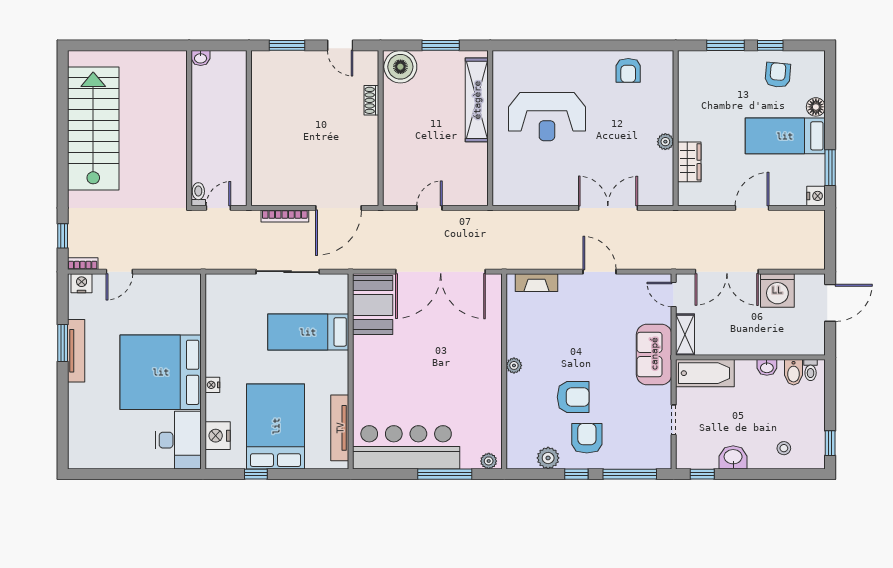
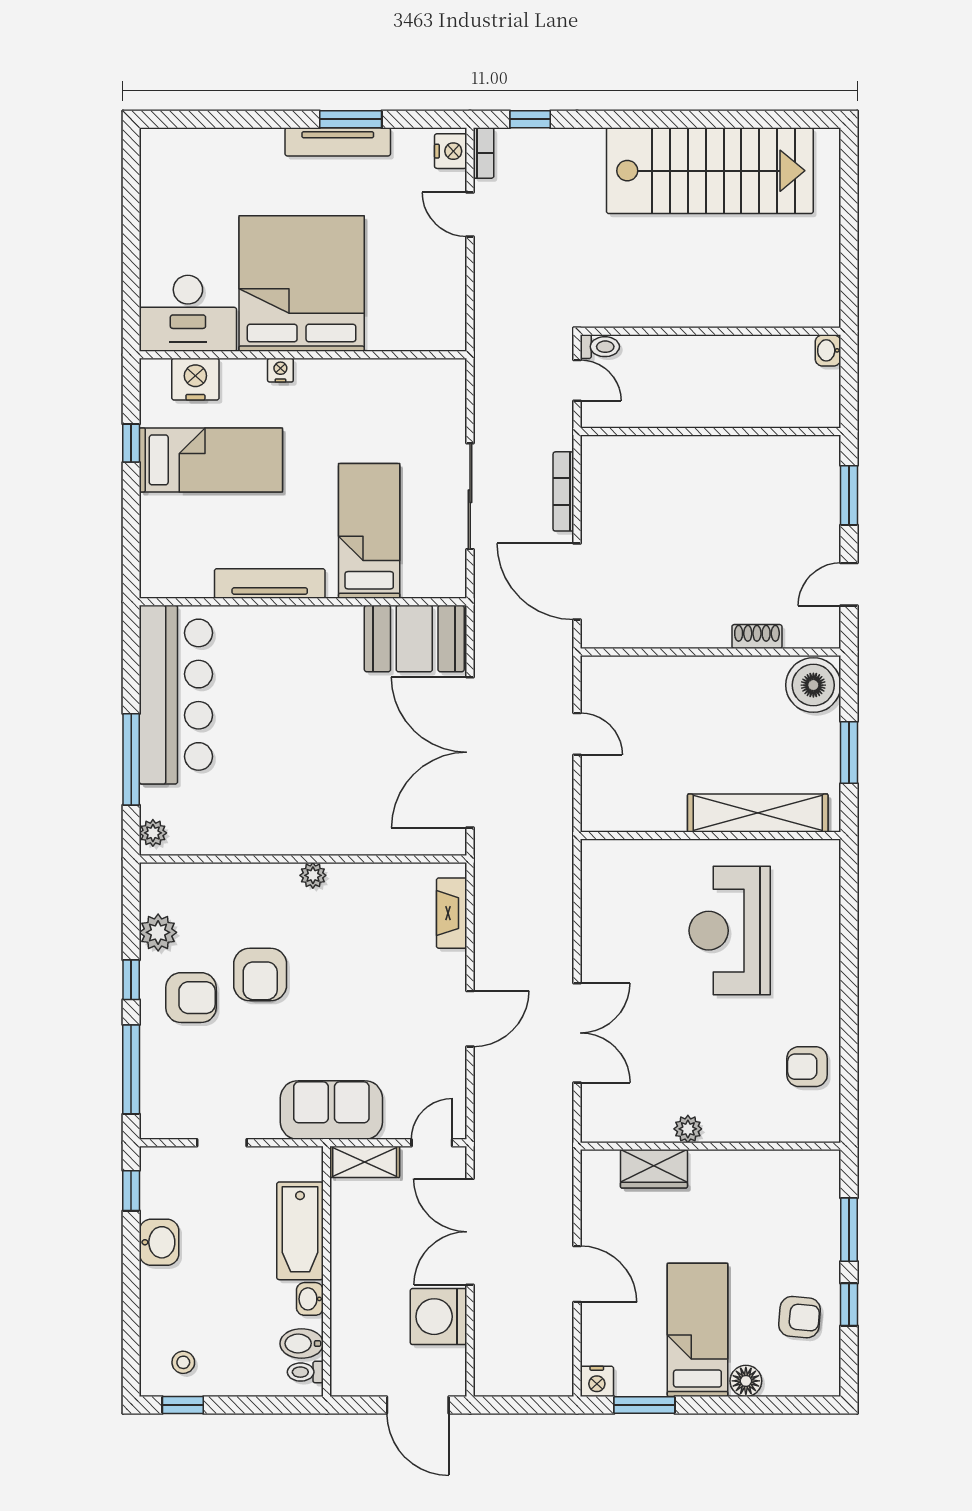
bathtub: (705, 373) -> (300, 1231), moved
bed: (276, 426) -> (211, 460), width x0.67
tv unit: (340, 428) -> (270, 584), moved
stool: (784, 448) -> (183, 1362), moved

